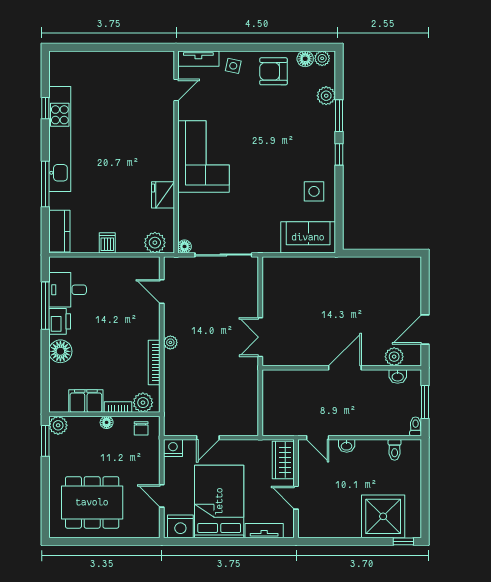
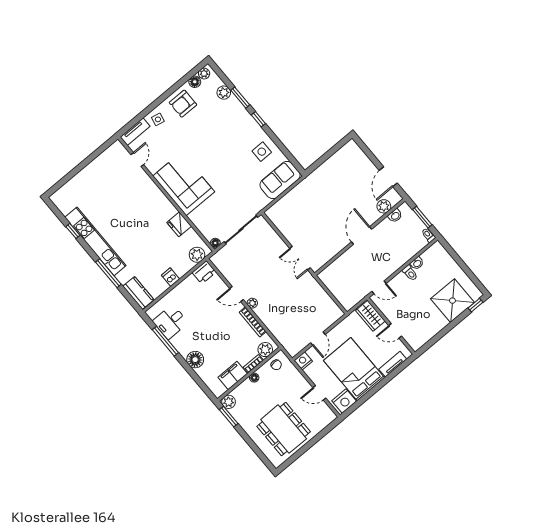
door: (162, 292) -> (236, 294), moved
printer: (60, 321) -> (204, 272), moved, turned 90
washbasin: (347, 446) -> (417, 263), moved
toilet: (395, 450) -> (410, 273), moved
dining table: (92, 502) -> (284, 429), turned 90

